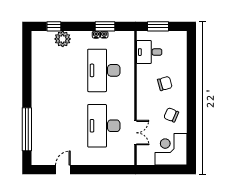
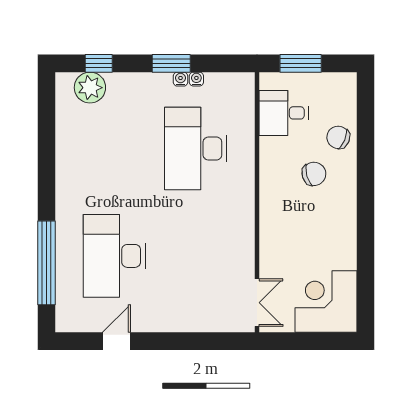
window: (105, 26) -> (171, 63), moved
plant: (63, 39) -> (90, 88), moved
chair: (171, 115) -> (338, 137), moved
desk: (104, 126) -> (114, 256), moved
double door: (135, 133) -> (257, 303), moved

